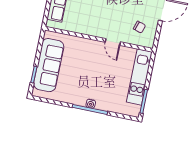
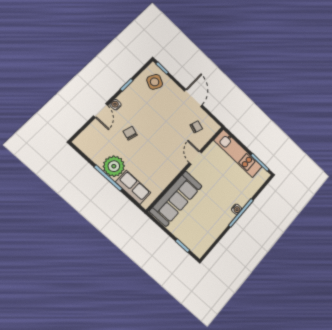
door: (113, 42) -> (195, 158), swing flipped
sofa: (49, 65) -> (176, 199), moved, turned 90

